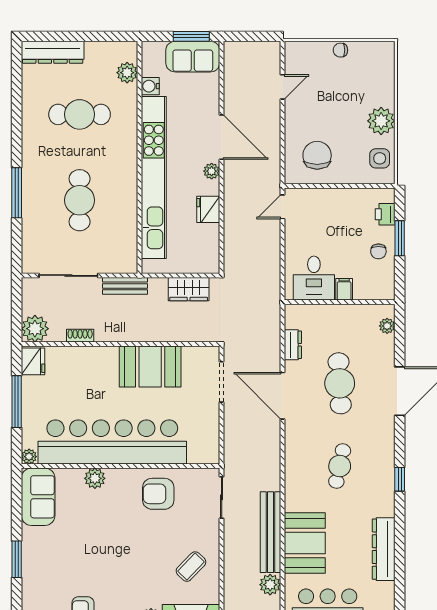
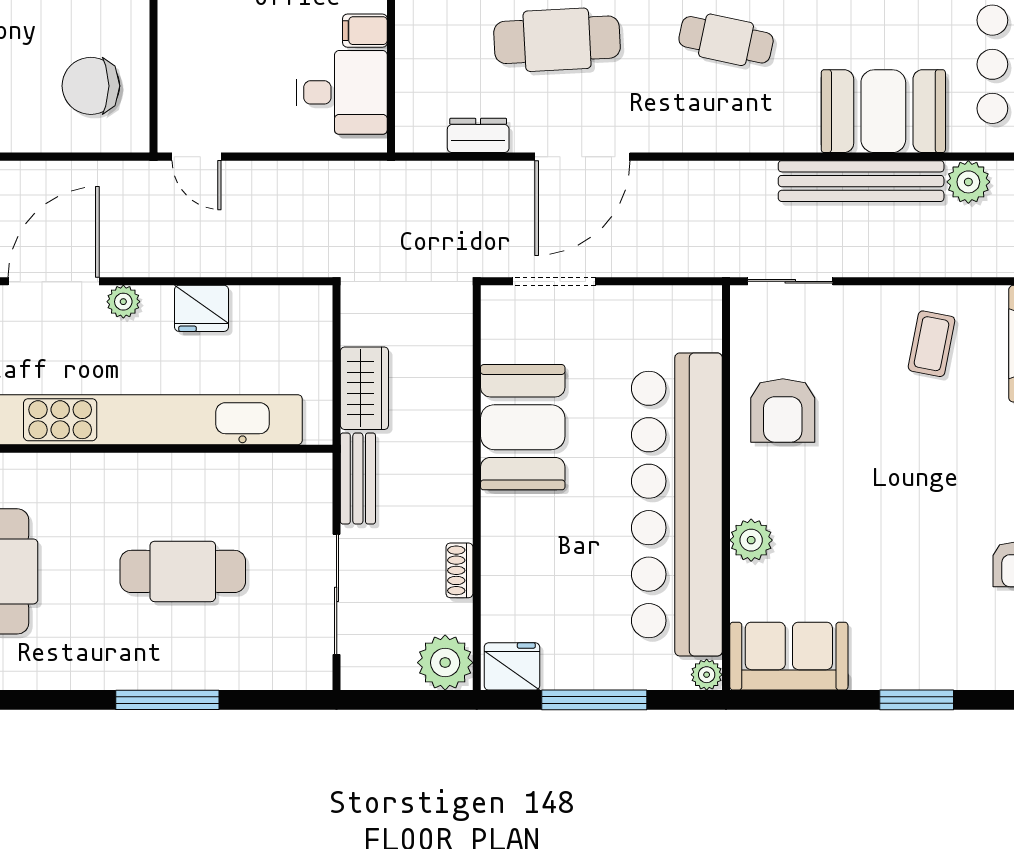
wardrobe: (189, 289) -> (364, 388), moved
coffee table: (191, 567) -> (931, 344), turned 57

